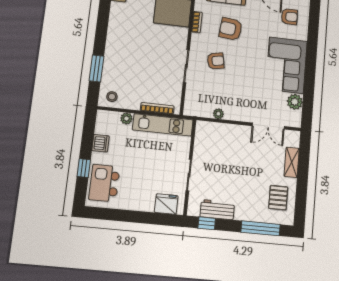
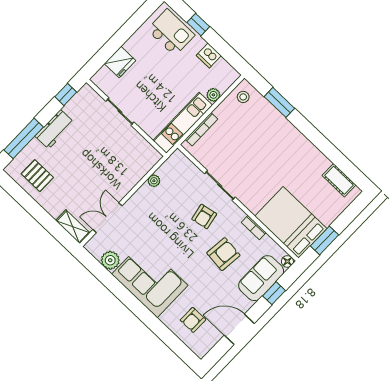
shelving: (292, 162) -> (73, 227), moved
fridge: (166, 204) -> (120, 62), moved
workbench: (217, 210) -> (55, 129), moved

